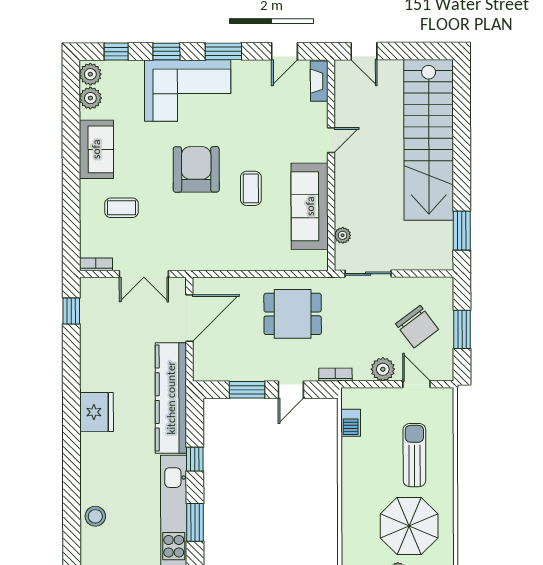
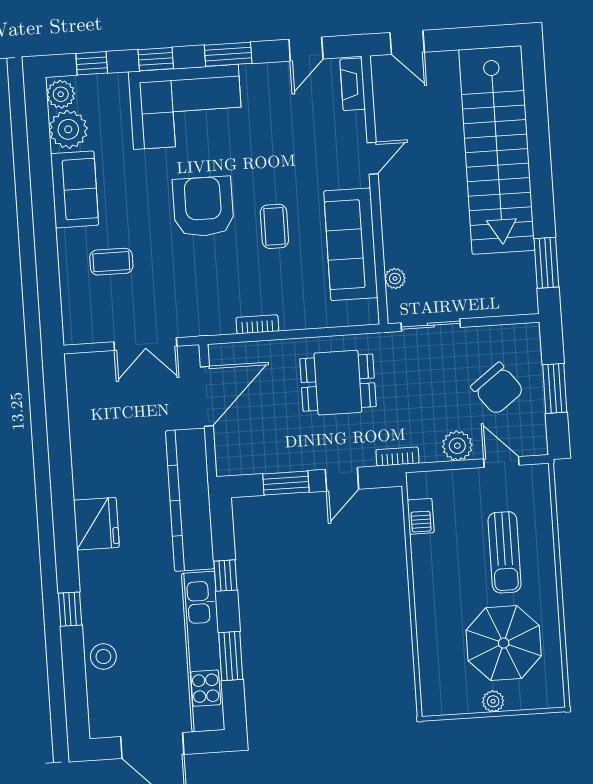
plant: (90, 98) -> (68, 129), width x1.36, depth x1.36
bookcase: (96, 264) -> (257, 324), moved
window: (71, 311) -> (70, 609), moved
sun lounger: (414, 455) -> (505, 552), turned 180

